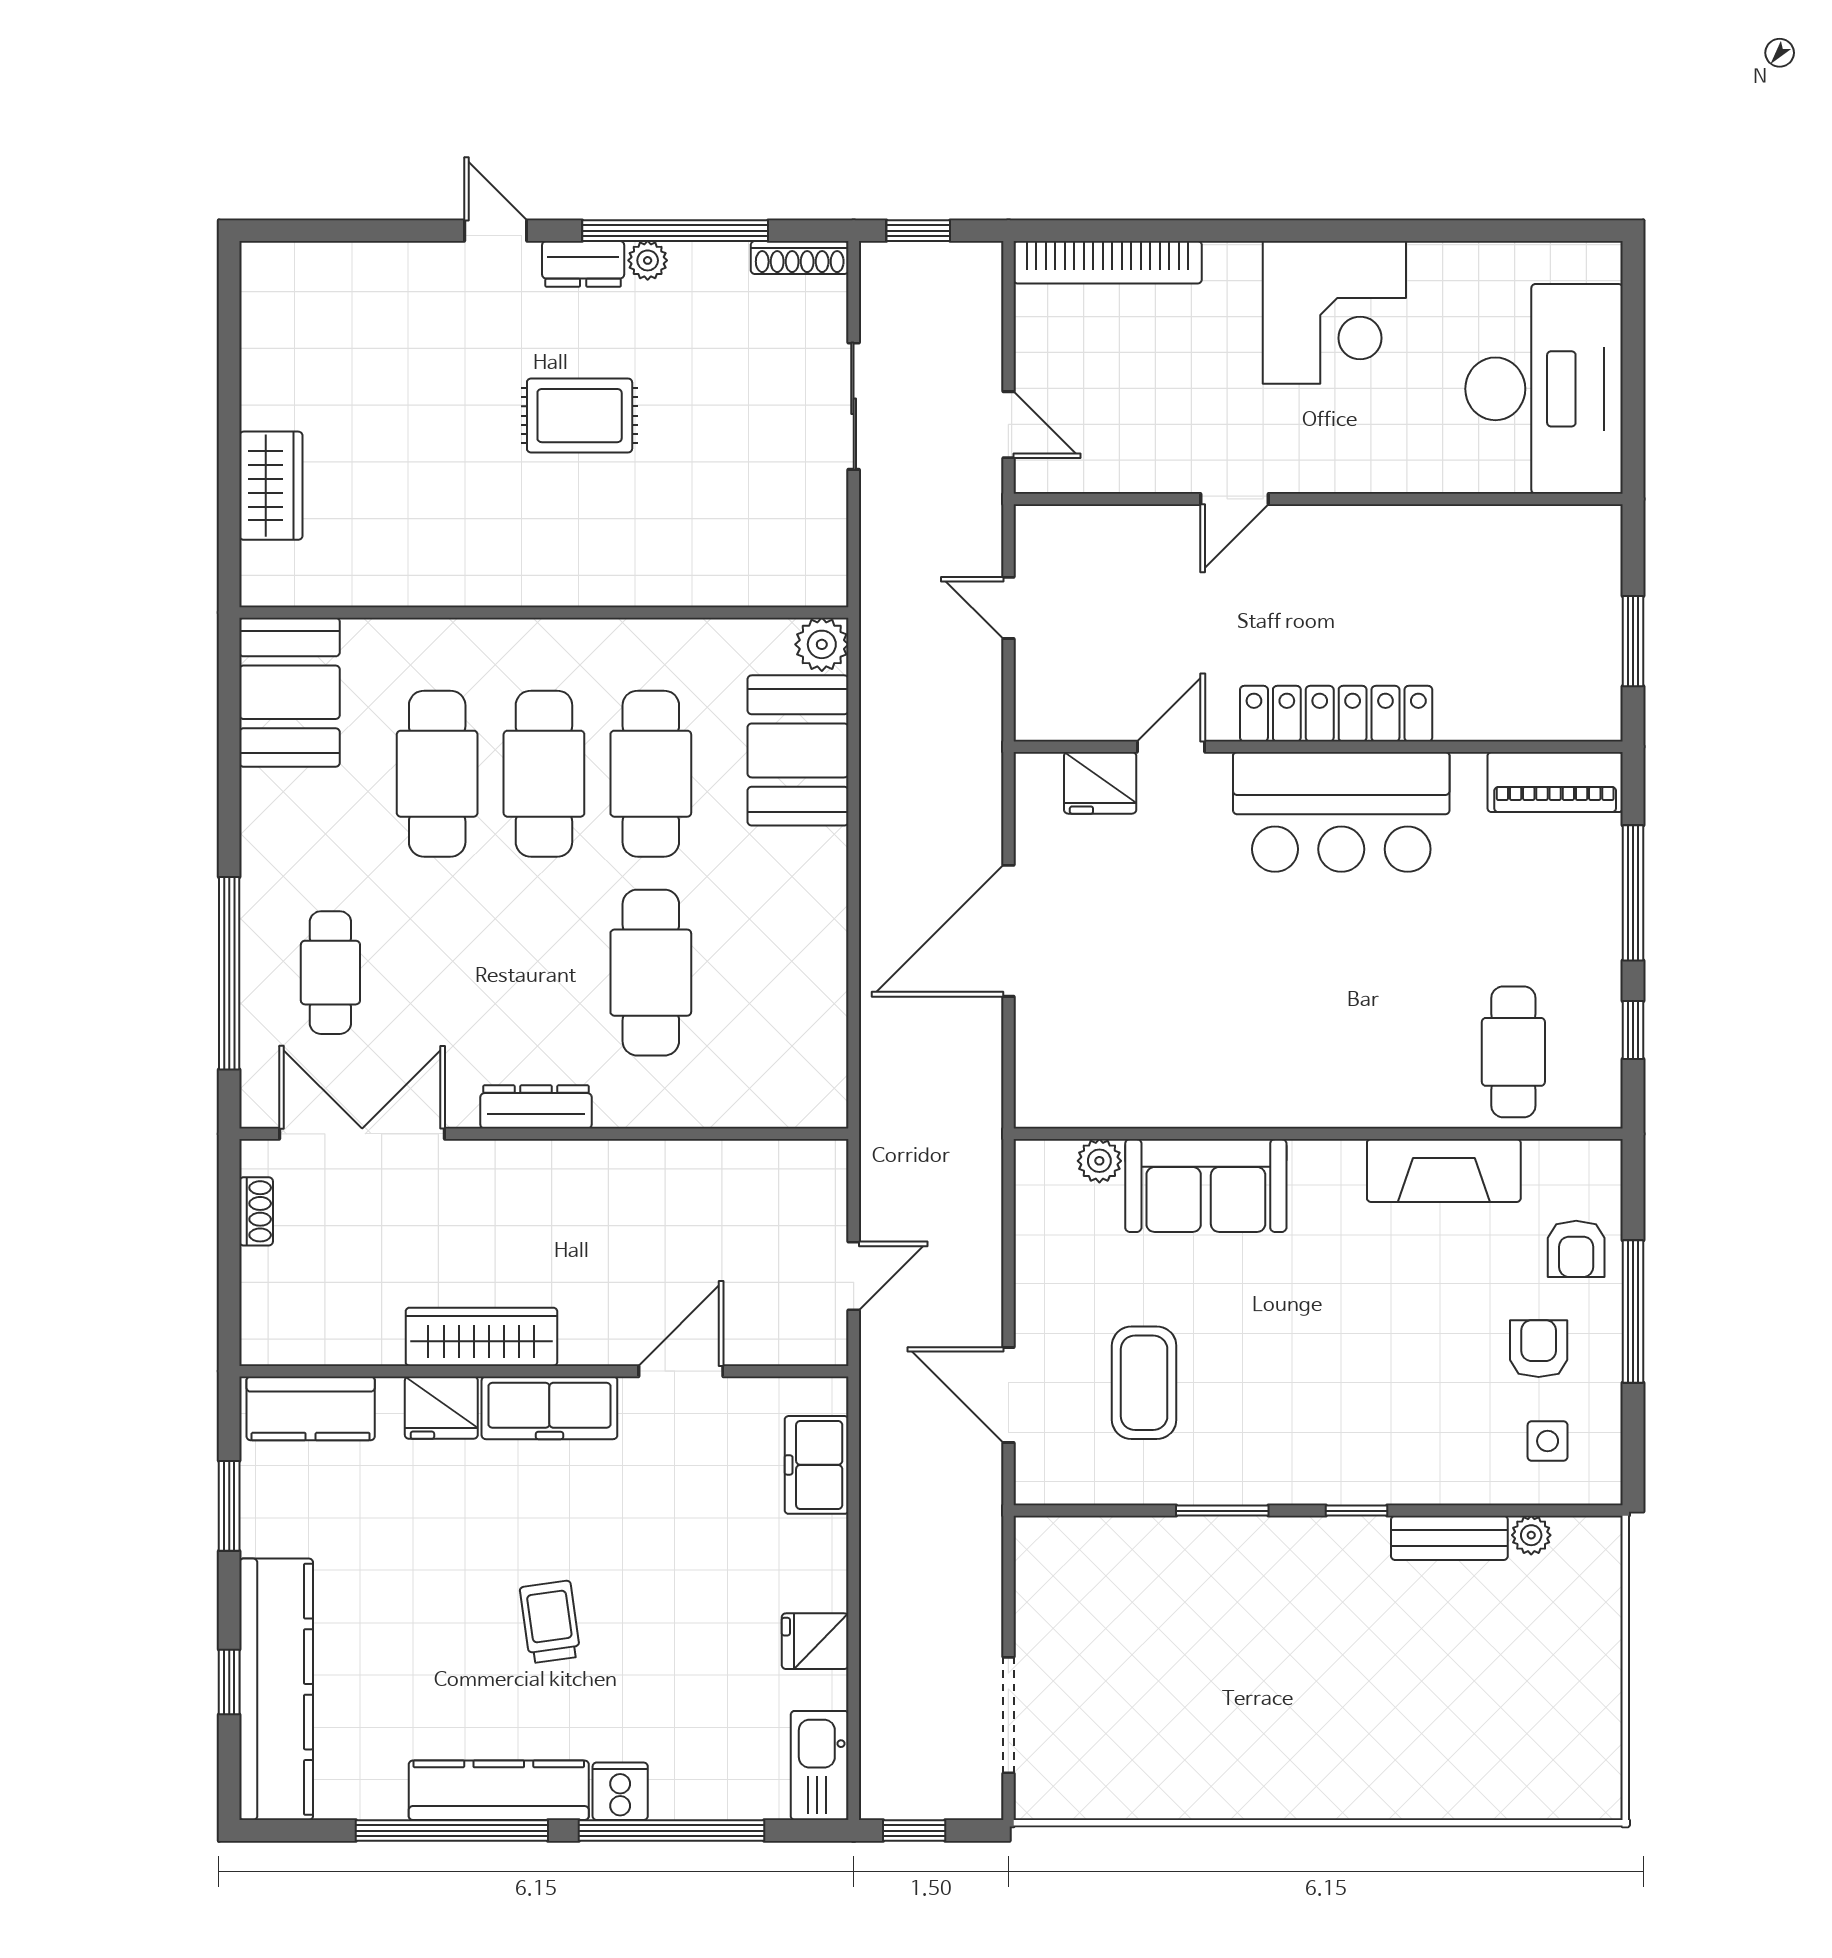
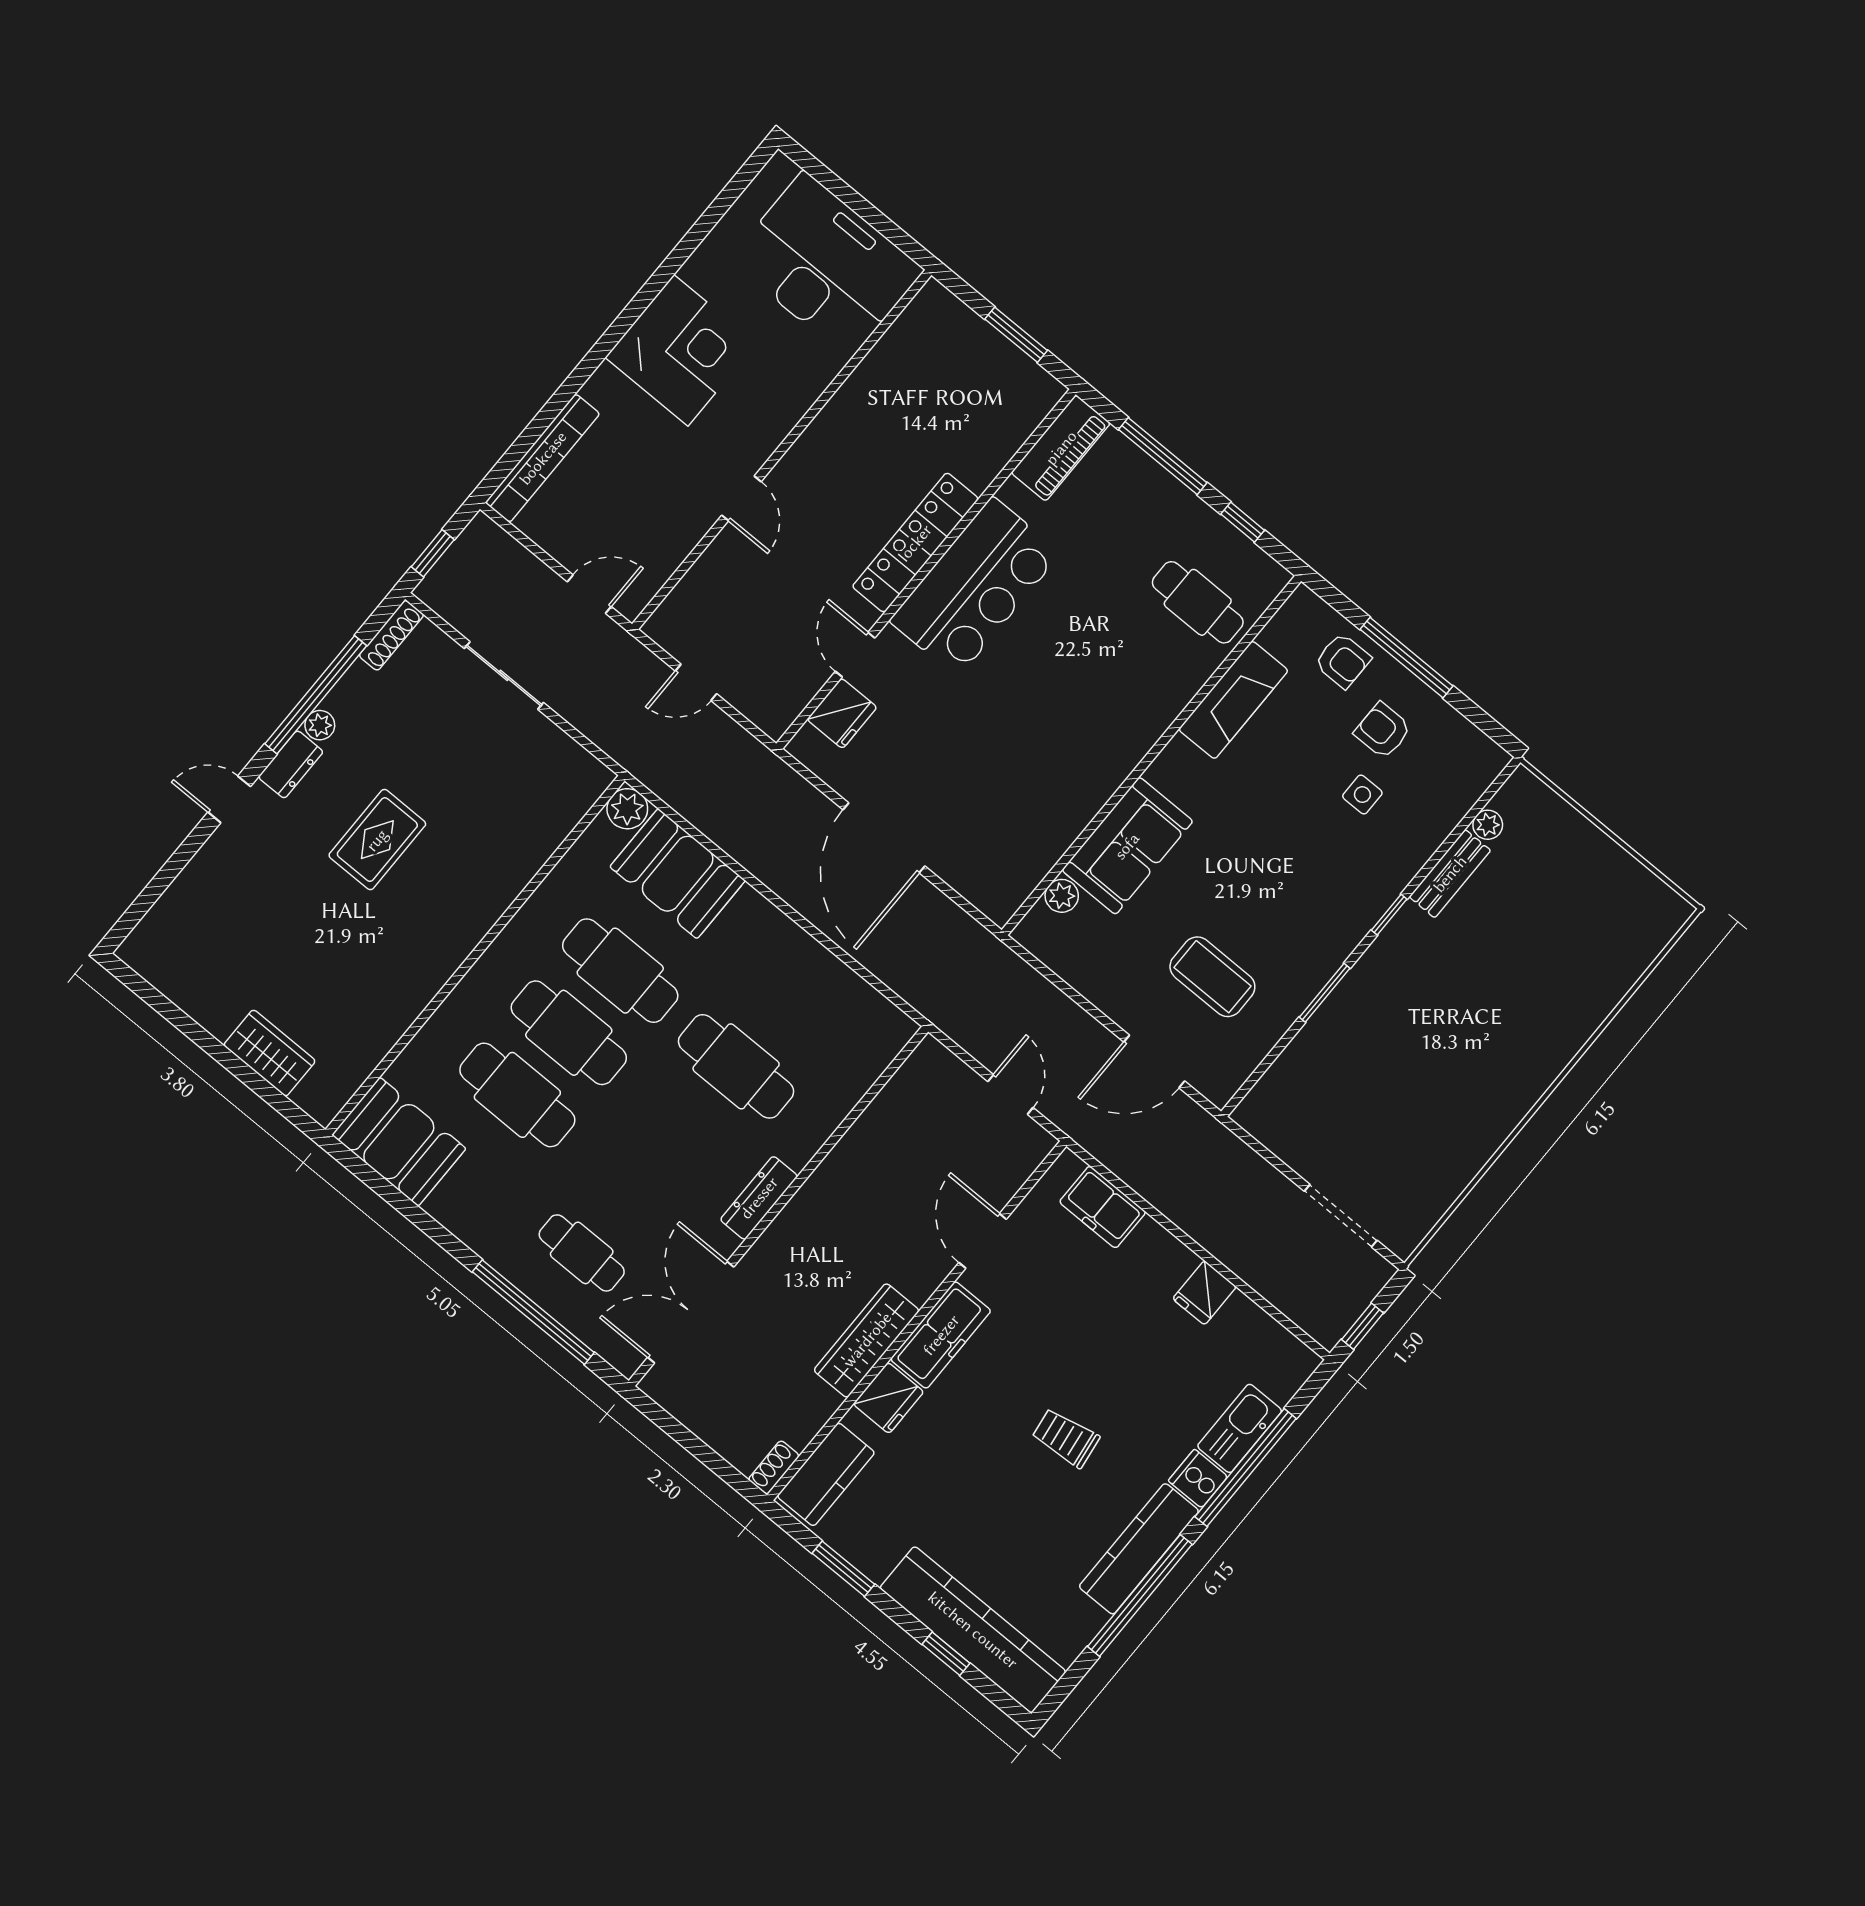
shoe rack: (256, 1211) -> (774, 1467), moved, turned -90
side table: (1548, 1441) -> (1362, 795), moved
kitchen sink: (820, 1765) -> (1240, 1428), moved, turned 90

